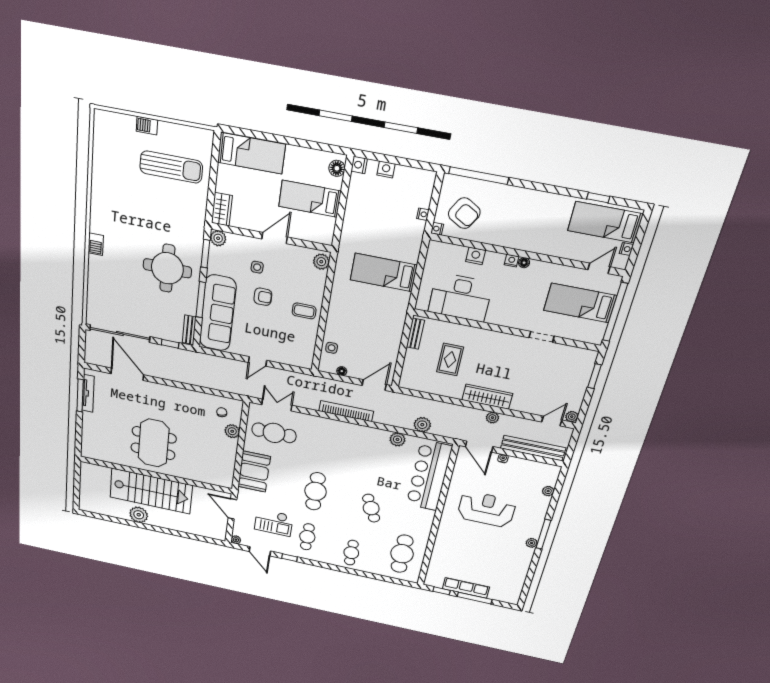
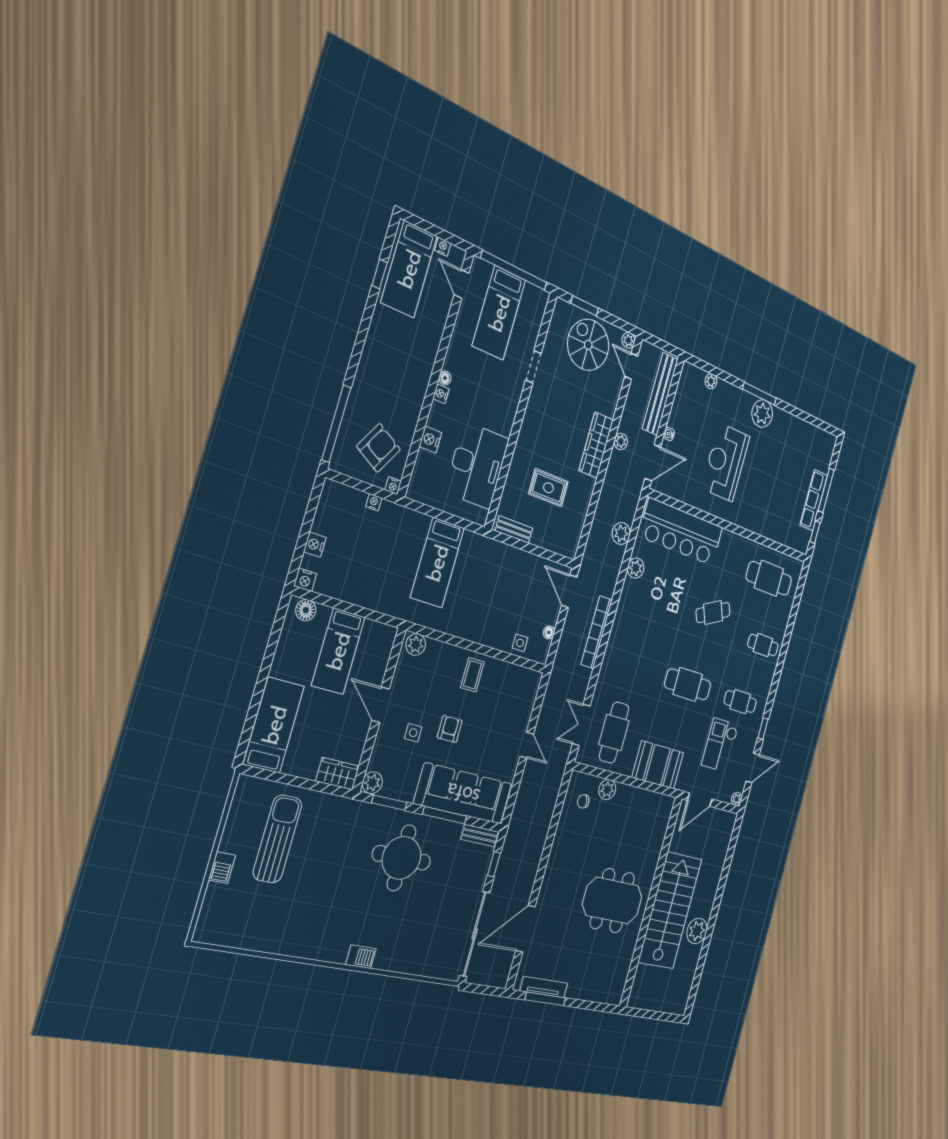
spiral stairs: (564, 382) -> (588, 345), added
checkout: (274, 522) -> (720, 745), turned 180
plant: (532, 543) -> (762, 414), width x1.88, depth x1.88

